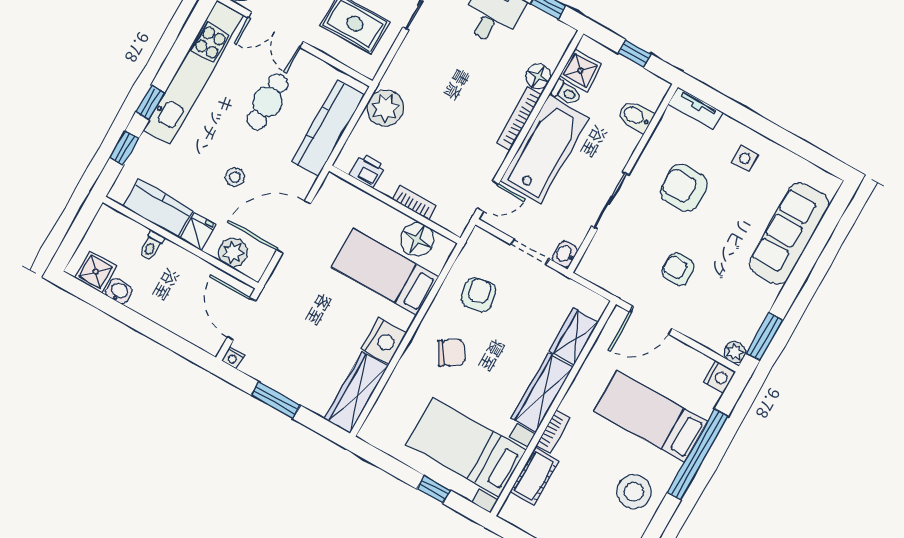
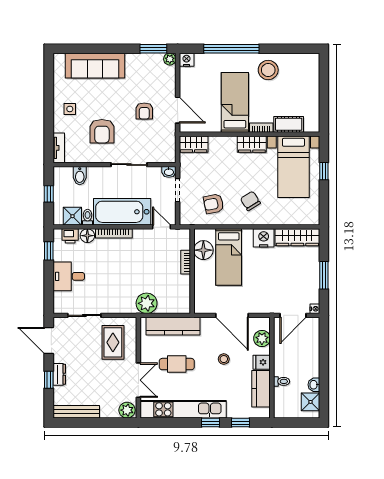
printer: (368, 171) -> (70, 236), moved, turned -90
wardrobe: (574, 337) -> (194, 144), moved
wardrobe: (542, 393) -> (252, 144), width x0.67
bed: (651, 416) -> (235, 102), moved, turned 180

